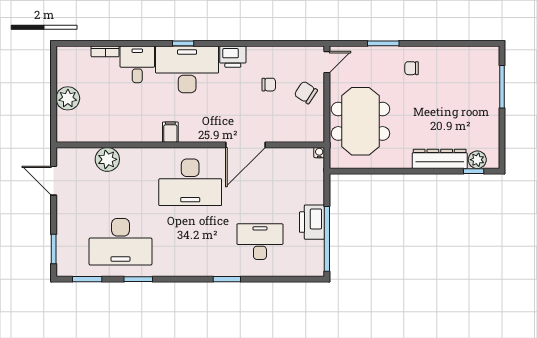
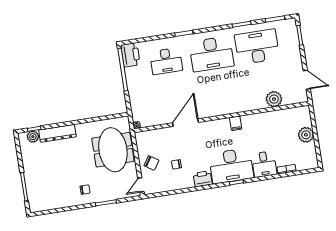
desk: (190, 182) -> (212, 54), moved, turned 180
printer: (312, 222) -> (130, 55), moved

